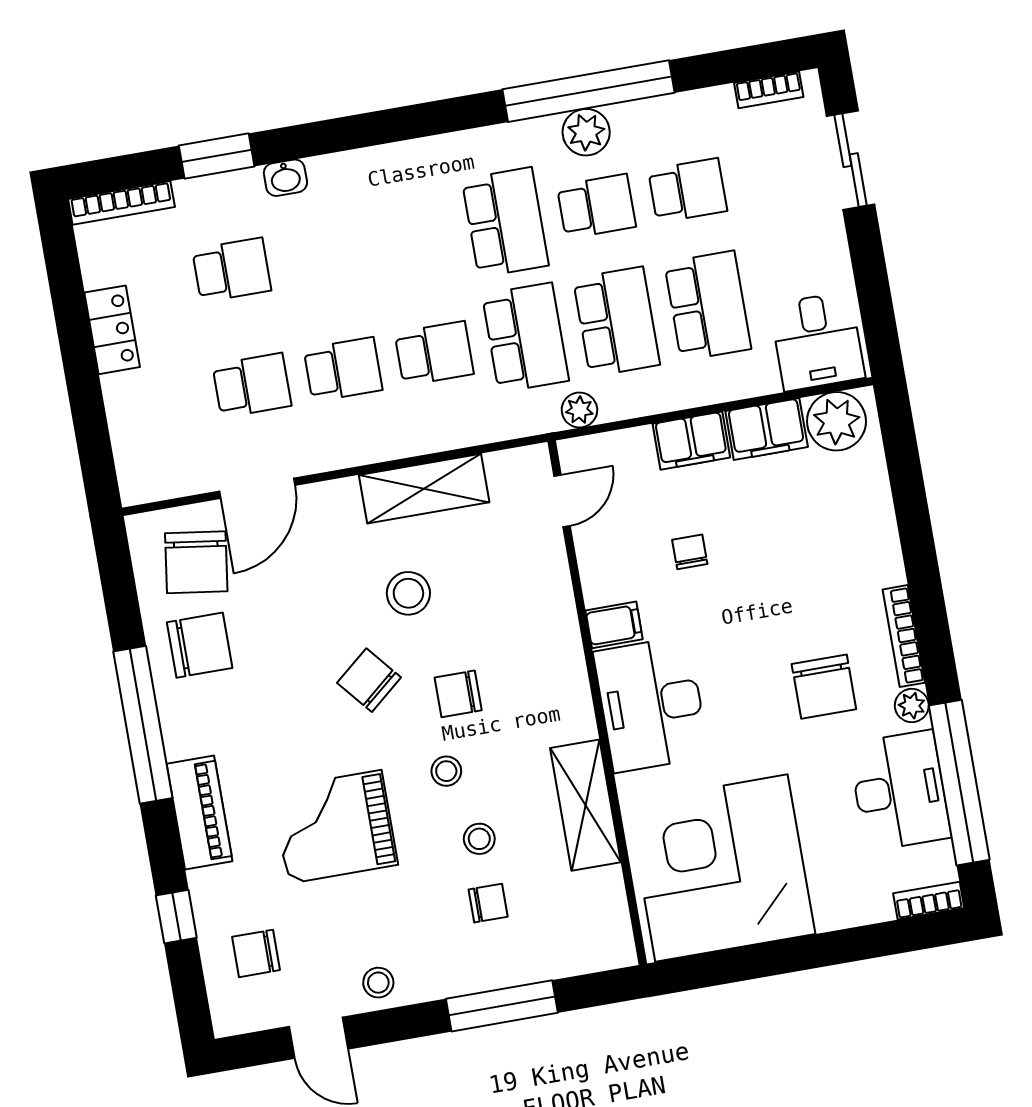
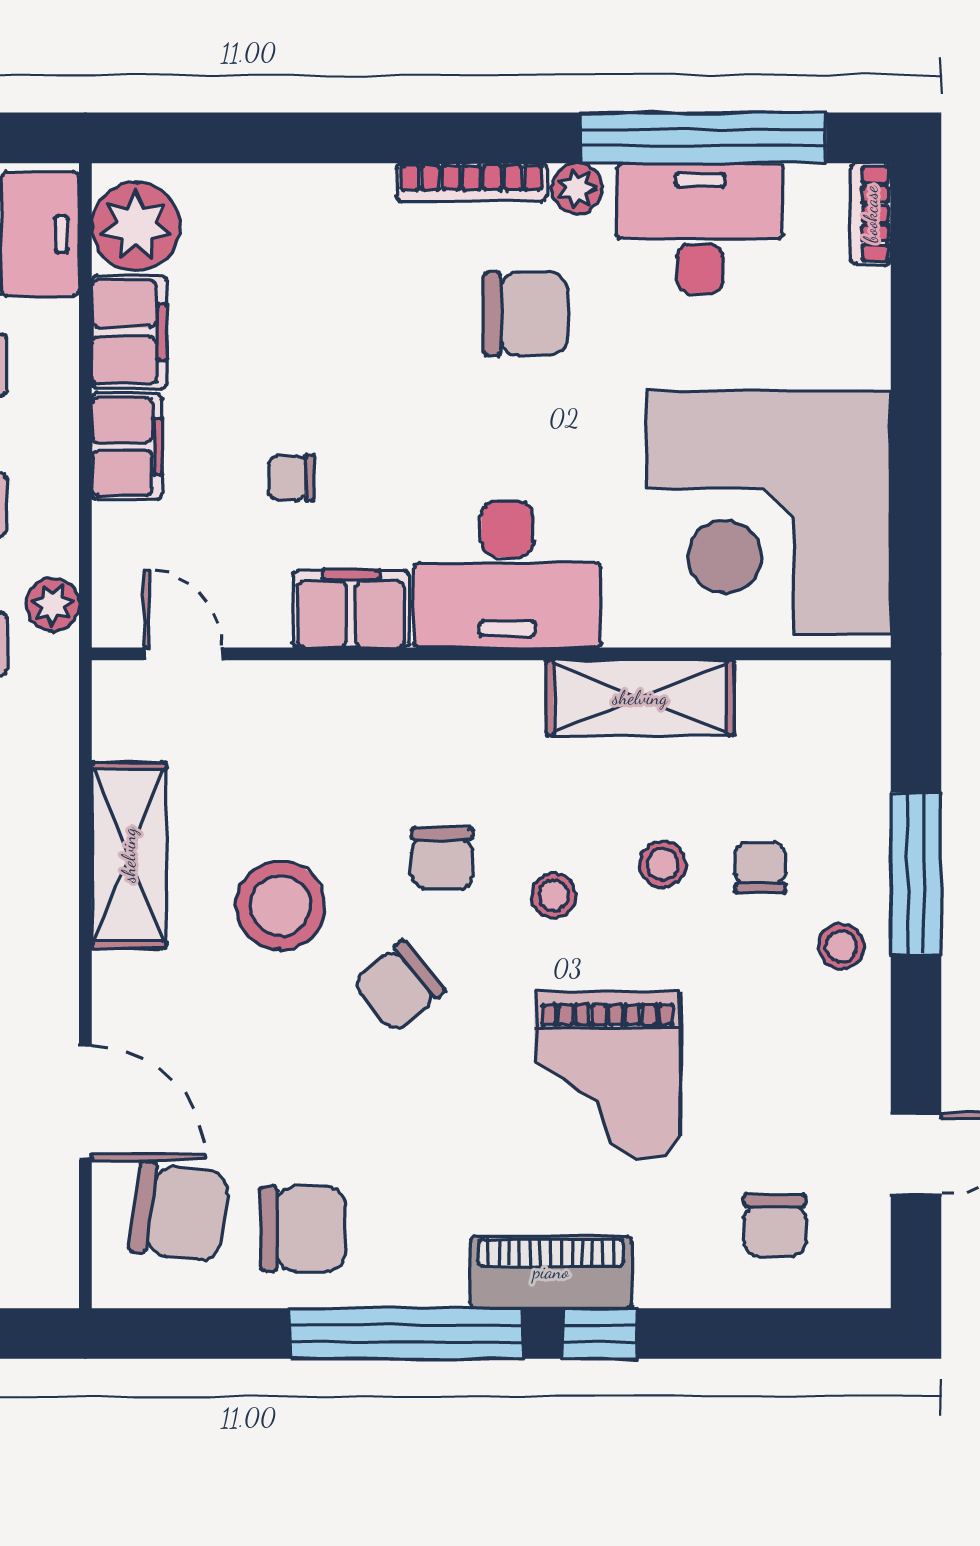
stool: (408, 593) -> (280, 906), width x1.38, depth x1.38
filing cabinet: (614, 625) -> (351, 609), width x2.00
chair: (200, 645) -> (303, 1229), turned 90
window: (176, 917) -> (600, 1334), moved
stool: (378, 983) -> (841, 947), moved

